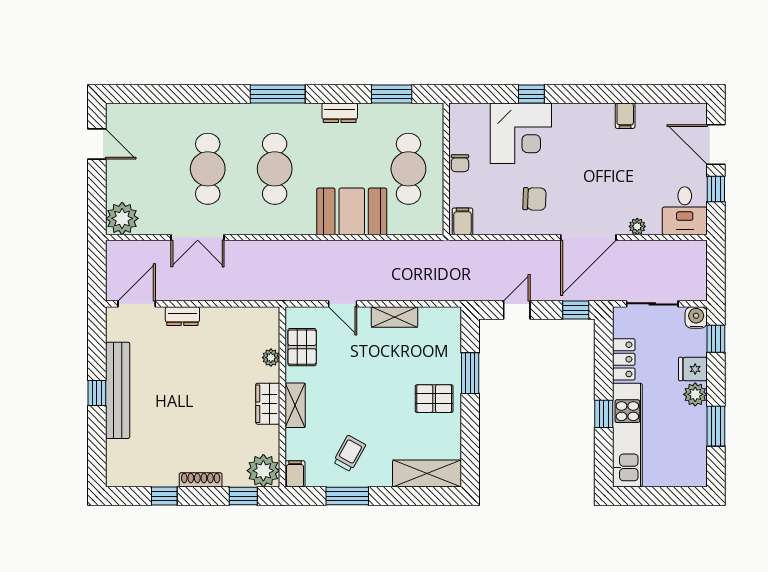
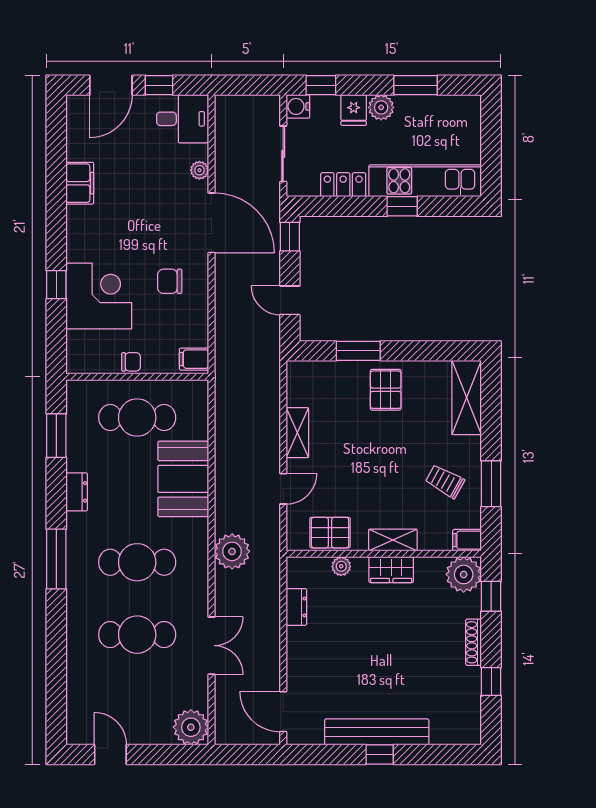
filing cabinet: (625, 116) -> (80, 183), width x2.00
door: (97, 144) -> (110, 754), hinge flipped
chair: (534, 199) -> (170, 281), turned -92
plant: (285, 257) -> (232, 551), added
dresser: (182, 316) -> (296, 607), moved

